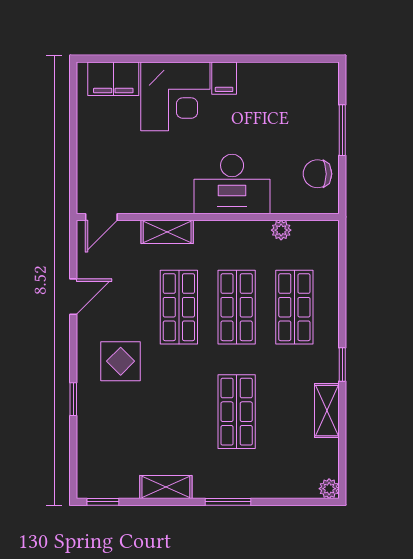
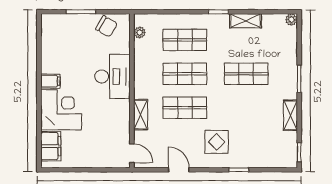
chair: (317, 174) -> (107, 26), turned -60
plant: (281, 230) -> (140, 33), moved

